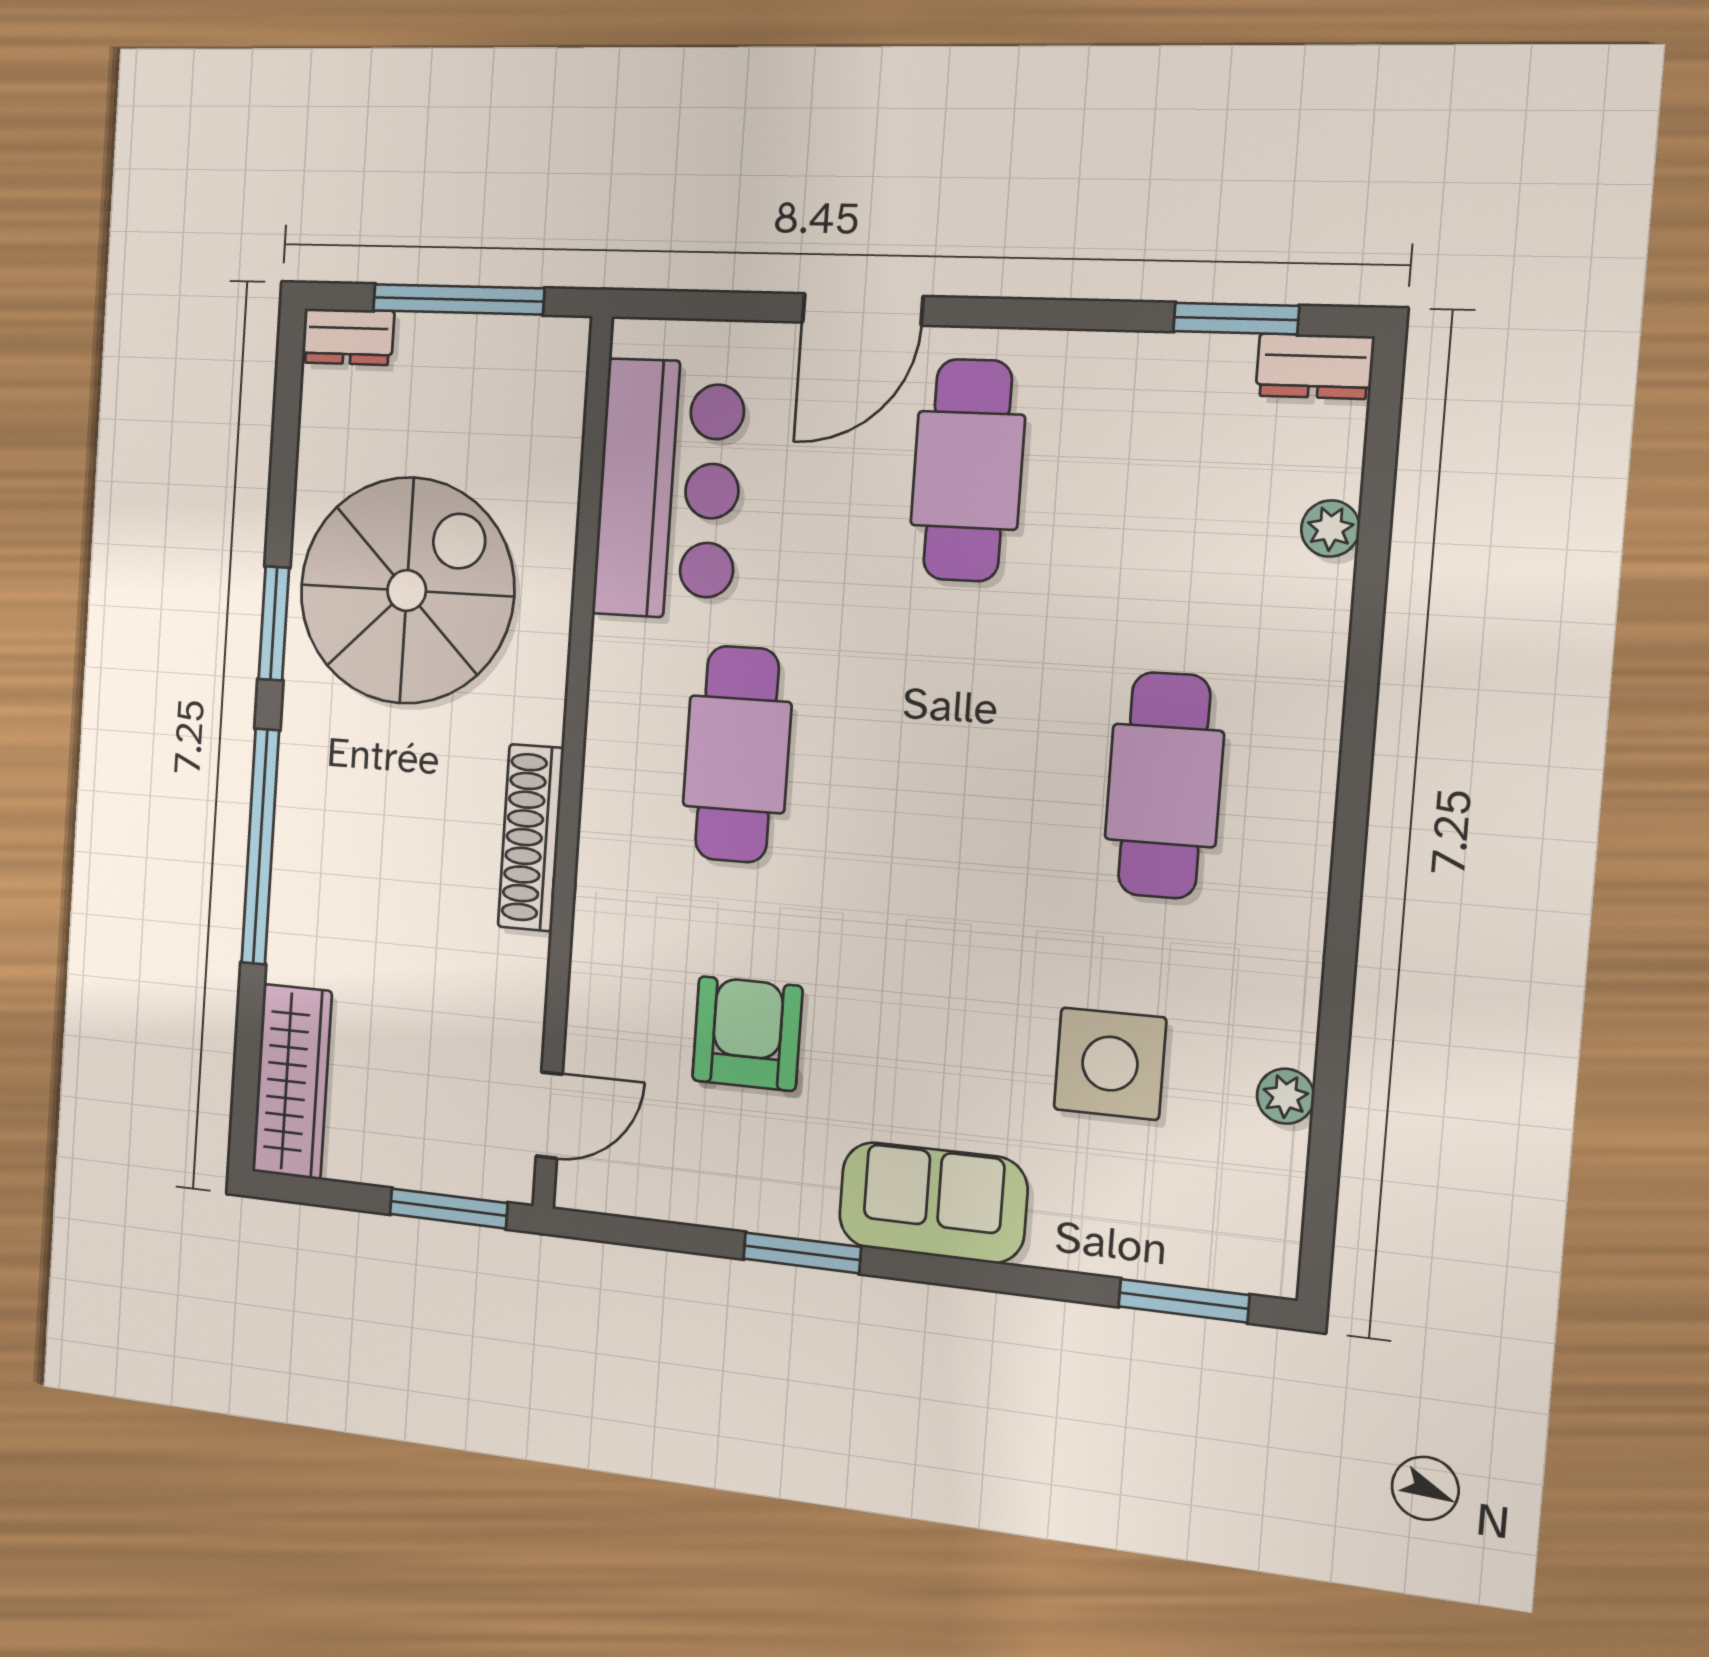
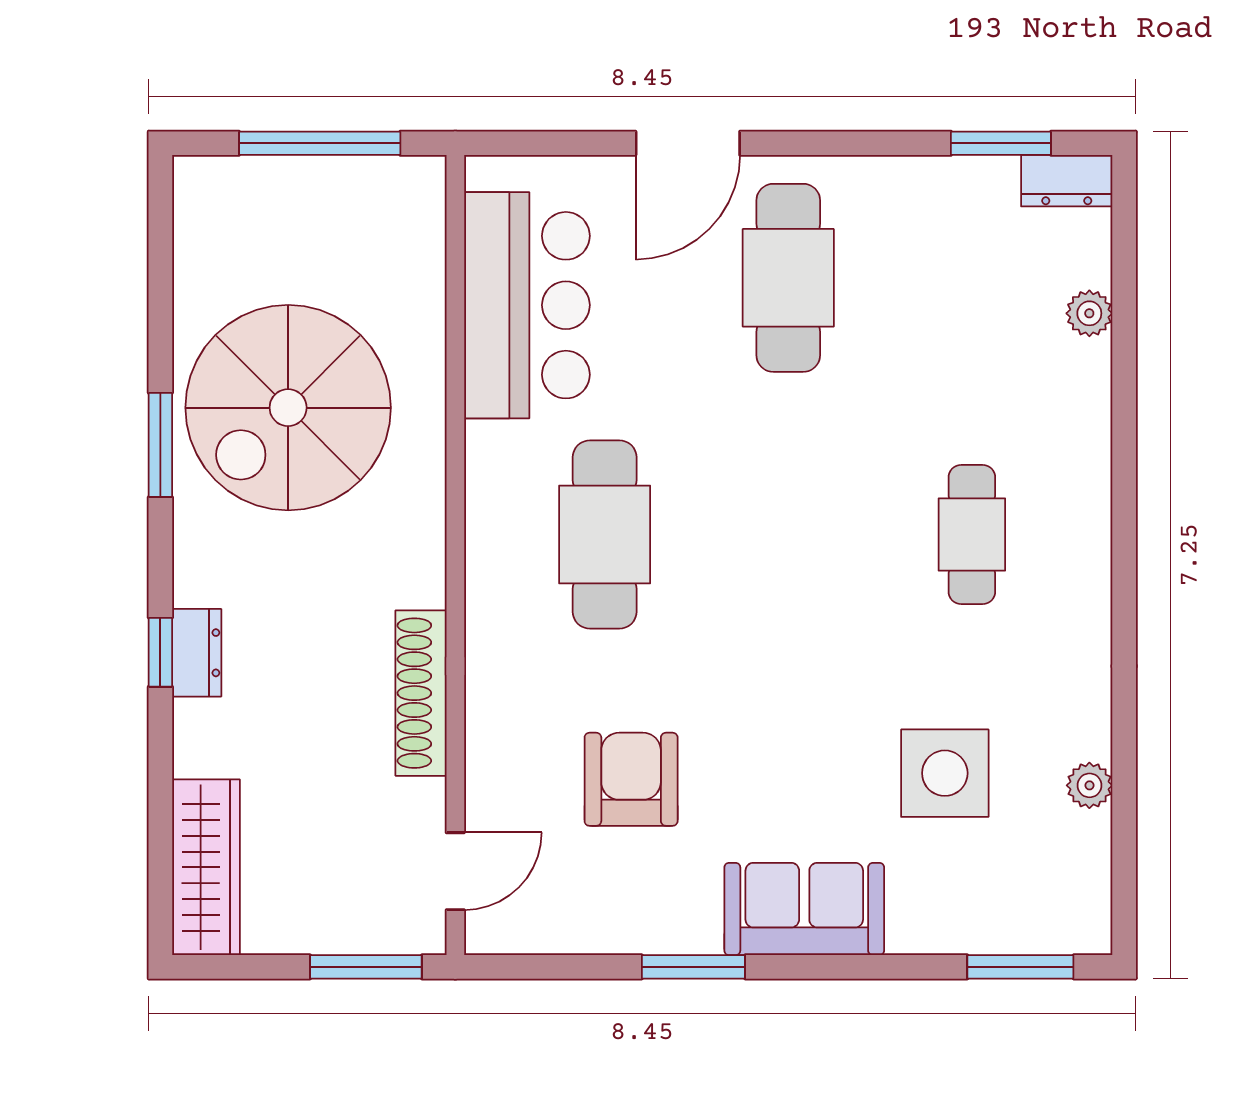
dresser: (348, 337) -> (197, 653), moved, turned -90
spiral stairs: (407, 591) -> (288, 408), turned 180
cafe table: (1164, 785) -> (972, 534), width x0.73, depth x0.74
shoe rack: (531, 838) -> (421, 693), moved
window: (260, 847) -> (160, 652), width x0.32

